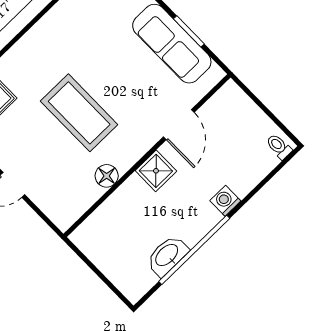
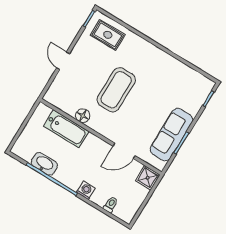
toilet: (279, 146) -> (111, 204), moved
shower: (156, 171) -> (148, 178), moved
bathtub: (121, 207) -> (66, 129), added

